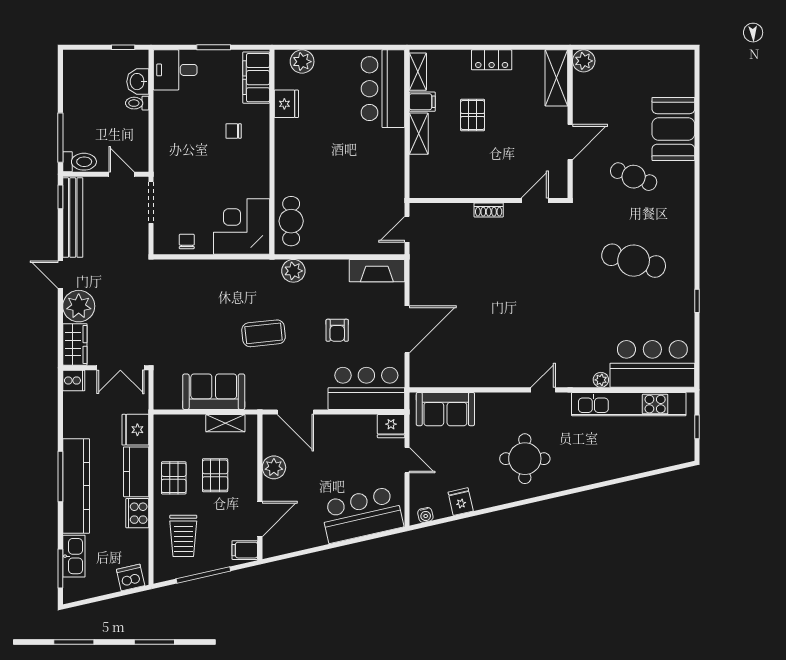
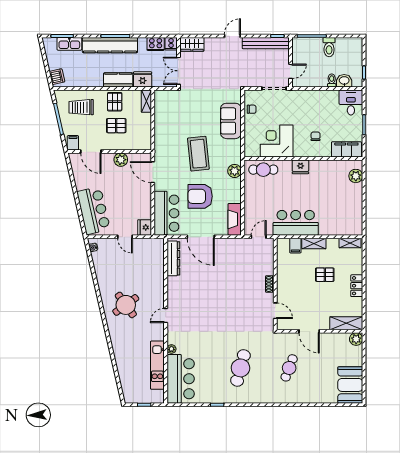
bar counter: (383, 89) -> (296, 223), moved
filing cabinet: (422, 102) -> (295, 246), moved
fridge: (286, 104) -> (300, 167), moved
booth: (673, 129) -> (350, 385), moved, turned 90
toilet: (80, 162) -> (329, 47), moved
corner desk: (242, 227) -> (277, 141), moved, turned -90
door: (407, 229) -> (259, 237), hinge flipped
plant: (79, 306) -> (214, 47), removed
armchair: (337, 330) -> (200, 196), width x1.88, depth x1.88
coffee table: (264, 333) -> (198, 154), width x1.36, depth x1.32
dresser: (444, 377) -> (173, 258), added
door: (543, 390) -> (166, 316), swing flipped
sofa: (214, 392) -> (231, 121), moved, turned 180
kitchen unit: (629, 404) -> (157, 365), width x0.73
sofa: (445, 409) -> (155, 259), removed
door: (295, 412) -> (153, 172), hinge flipped
shelving: (225, 423) -> (146, 101), moved
round table: (525, 459) -> (126, 305), turned -36
door: (407, 460) -> (125, 237), hinge flipped
pallet: (174, 478) -> (115, 102), turned 90
fridge: (461, 502) -> (101, 268), removed
cooker: (137, 513) -> (156, 44), moved, turned 180

